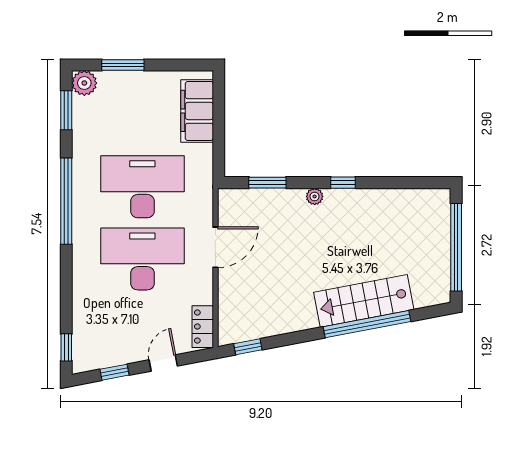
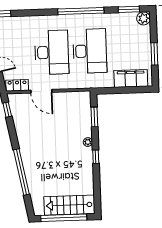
window: (123, 65) -> (154, 54), moved
door: (215, 247) -> (41, 91), moved
stairs: (364, 301) -> (69, 205), moved, turned -79

